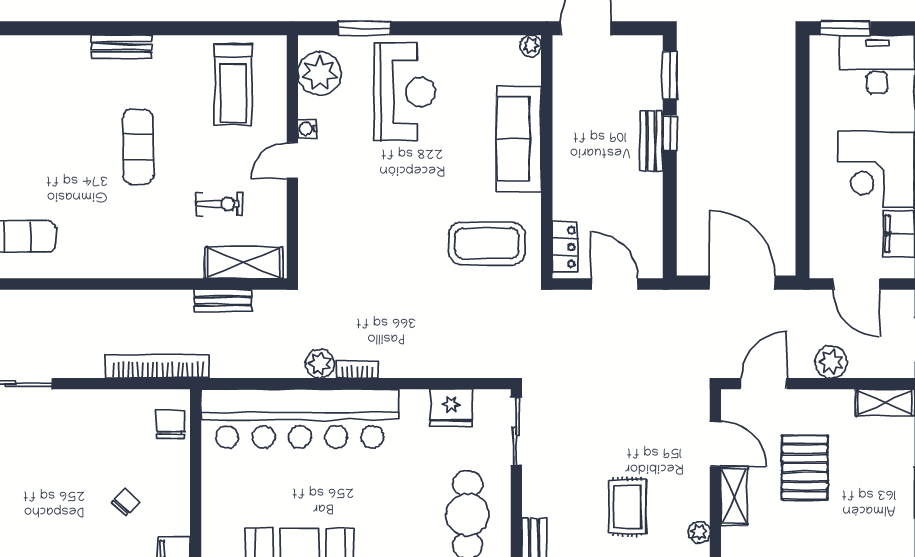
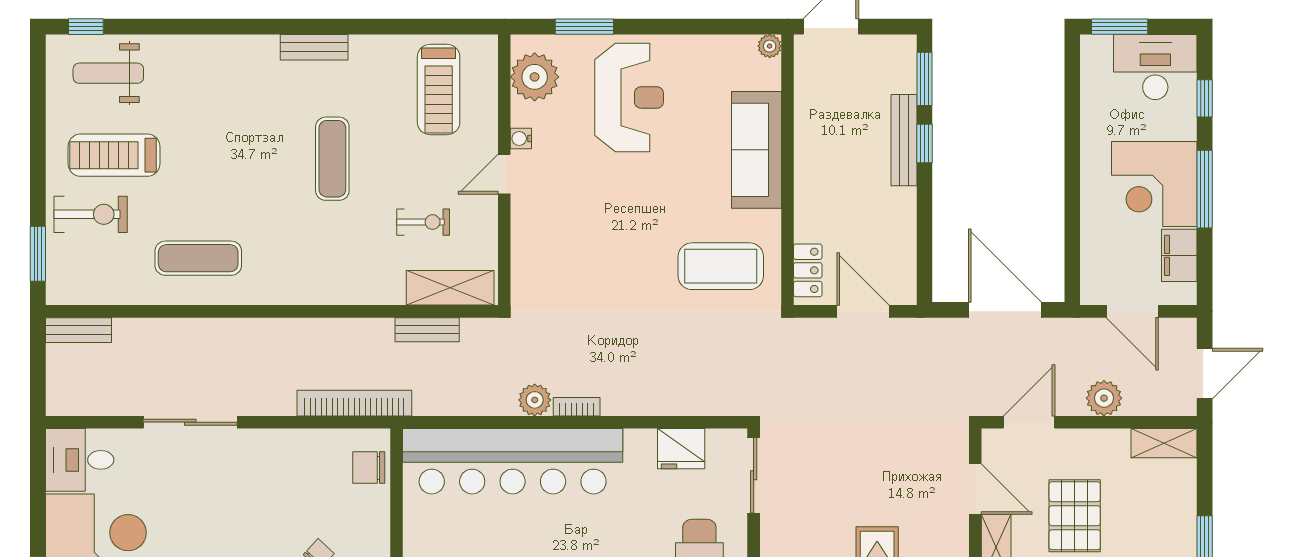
bench: (651, 141) -> (904, 140), width x1.36
chair: (171, 424) -> (369, 468), turned -90

